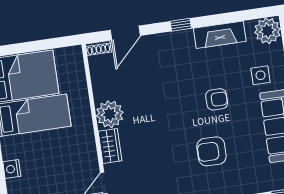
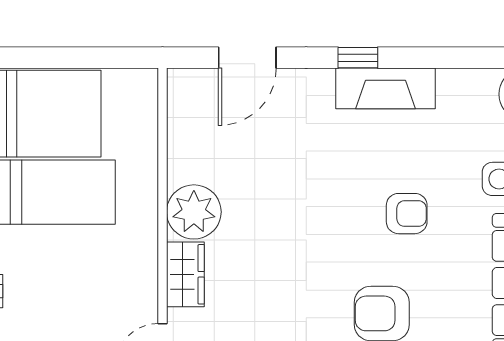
fireplace: (220, 35) -> (386, 88), moved
shoe rack: (98, 48) -> (191, 80), removed

